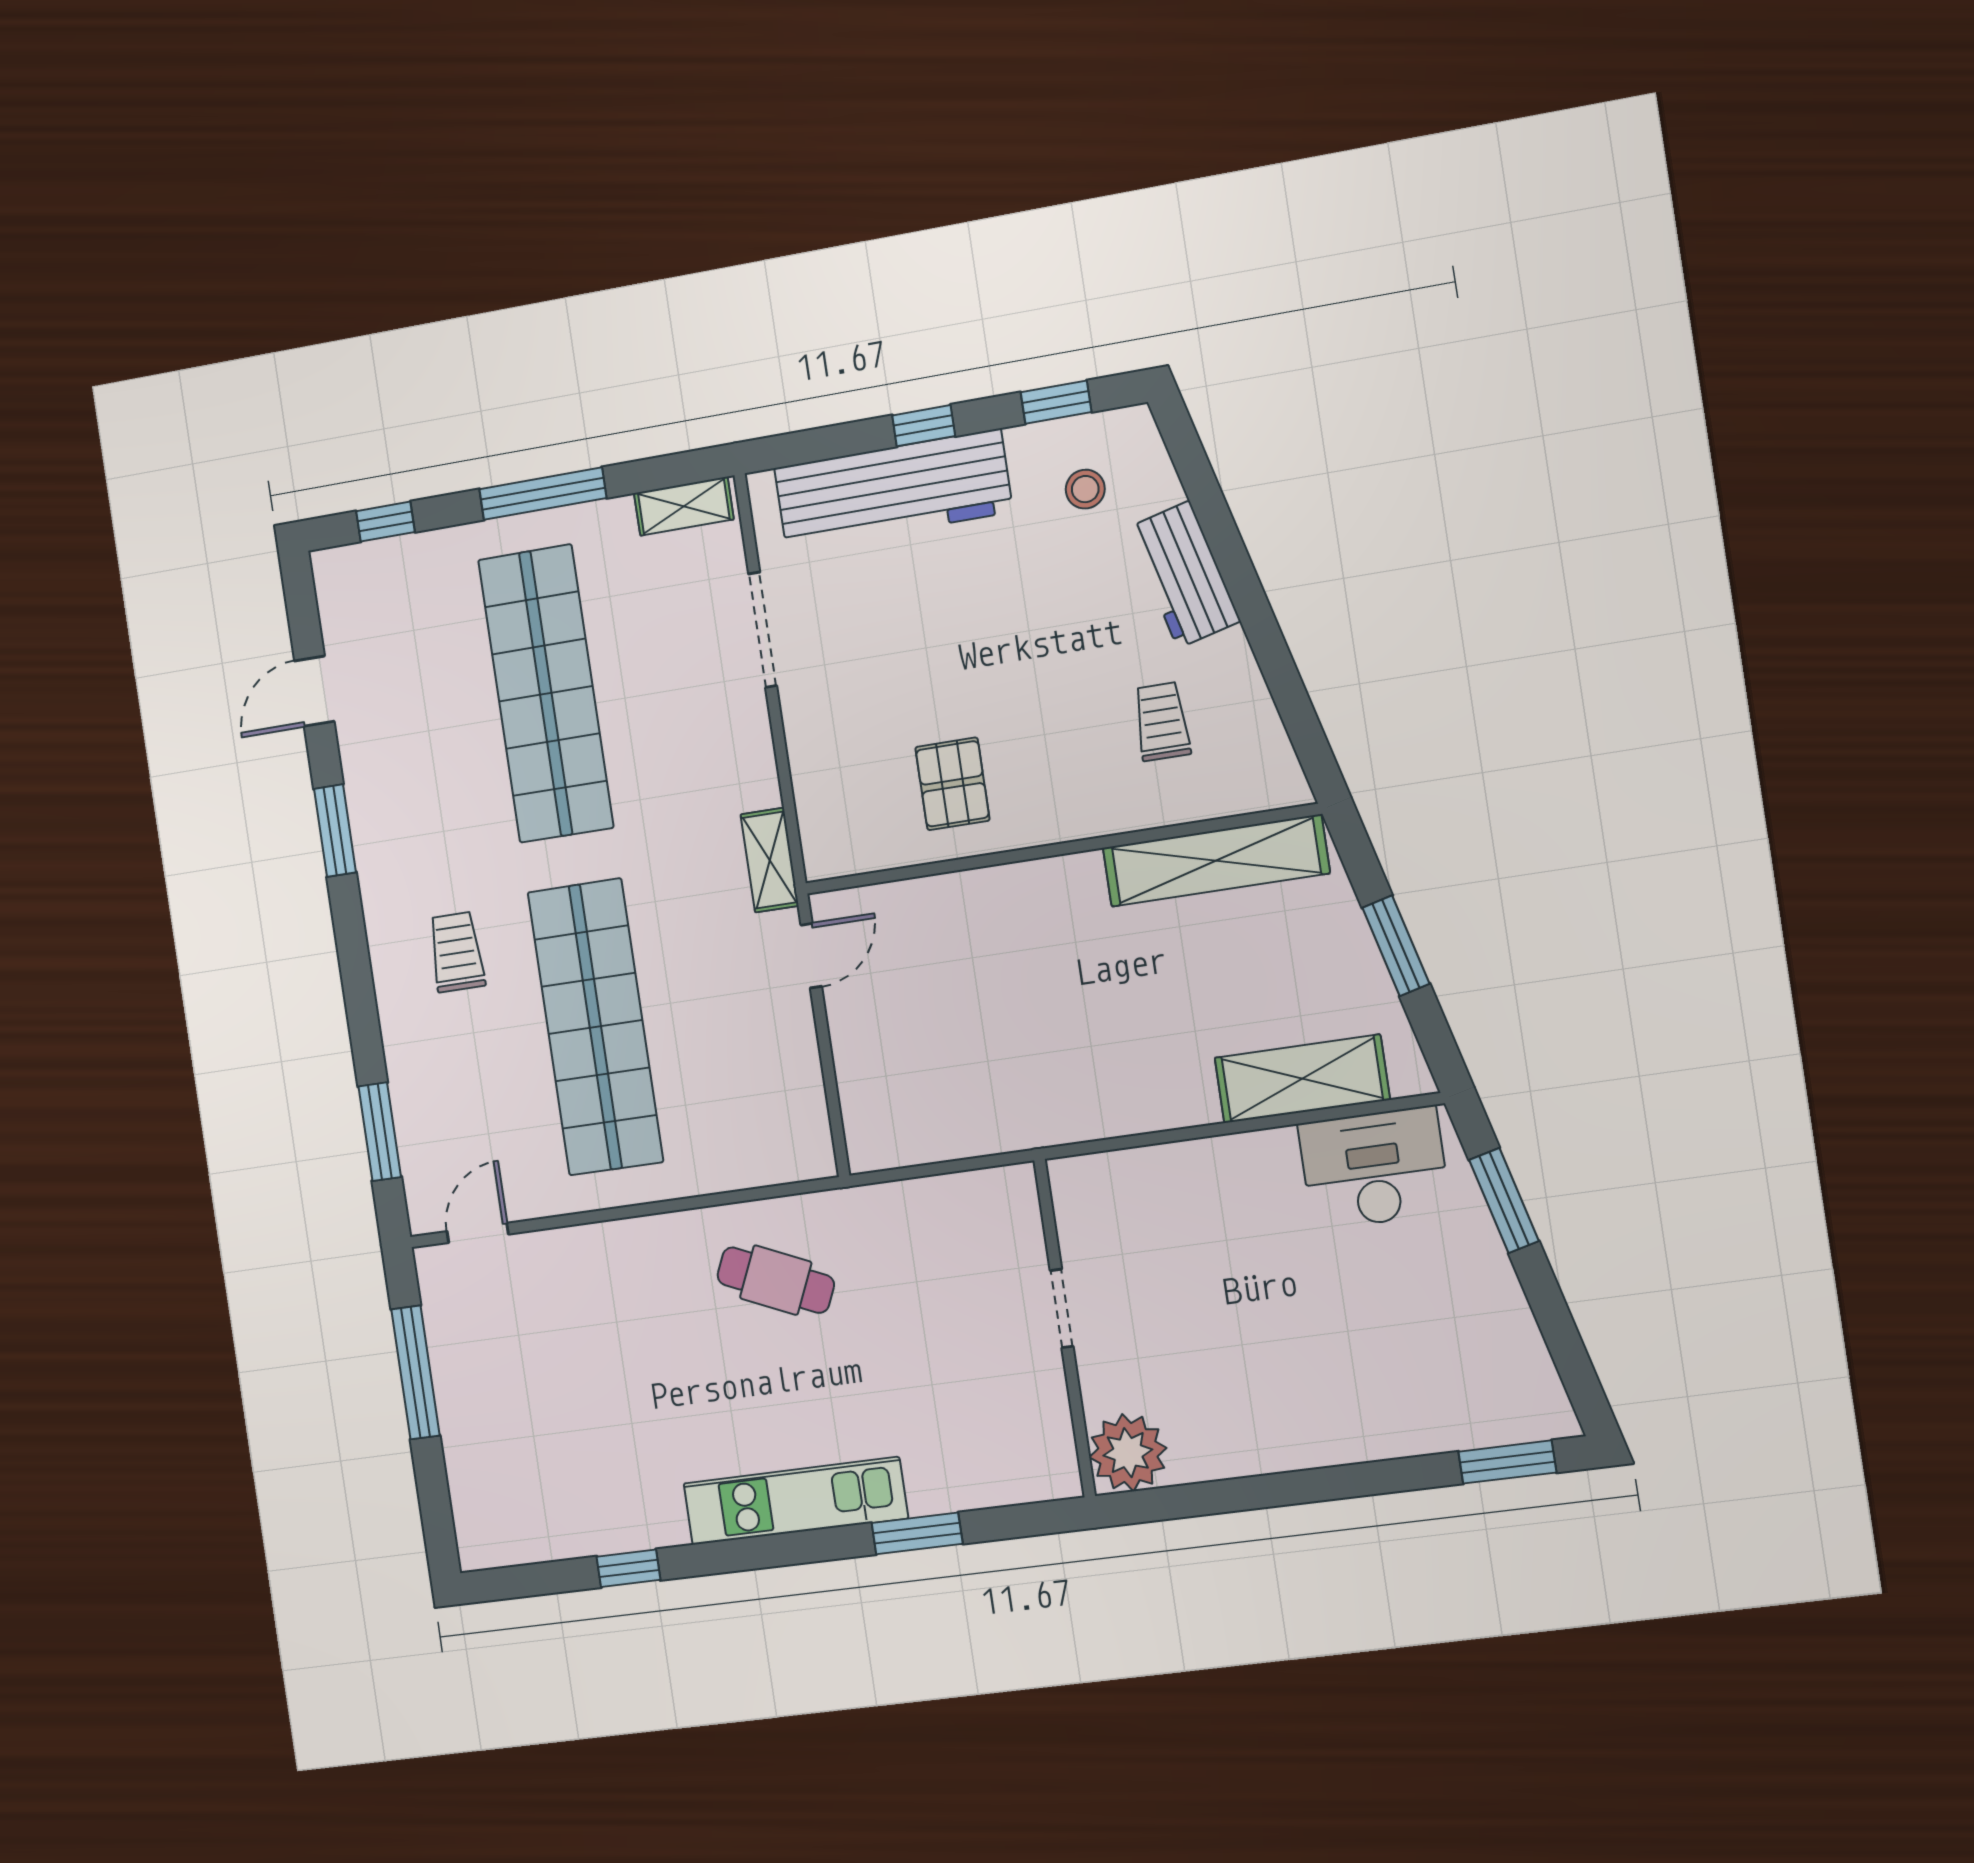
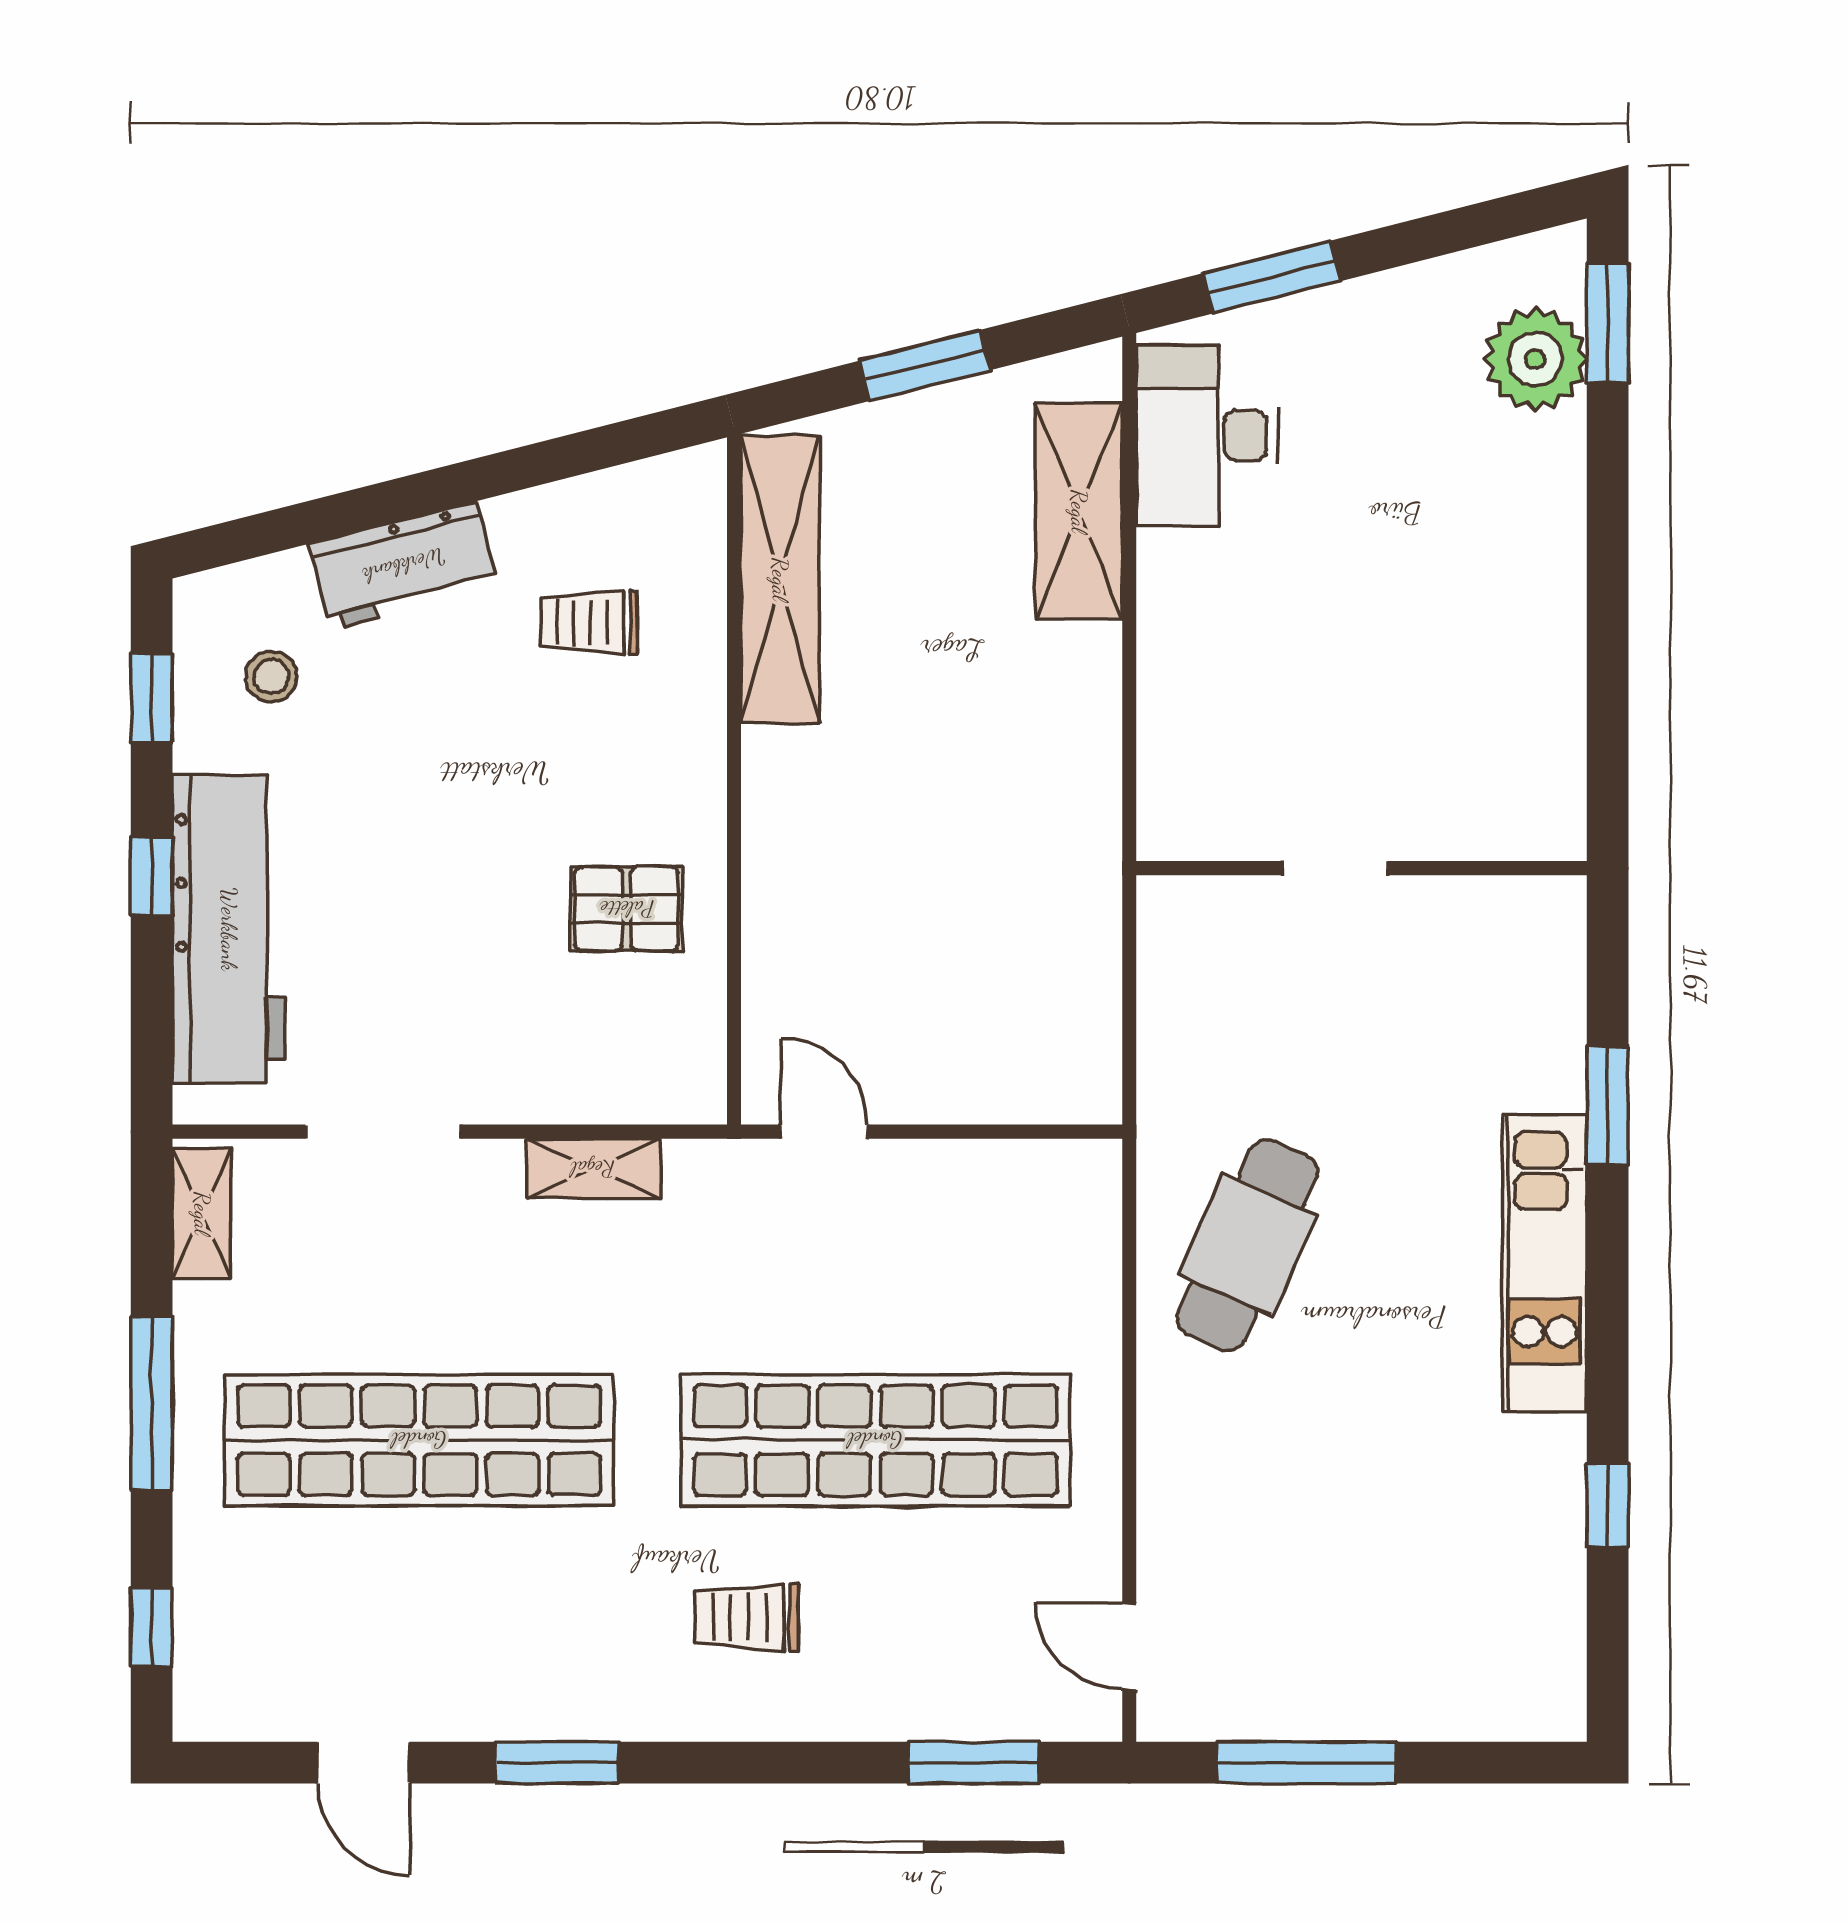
shelving: (770, 860) -> (593, 1169), moved
cafe table: (776, 1280) -> (1247, 1245), width x1.37, depth x1.35
plant: (1128, 1453) -> (1535, 359), moved

